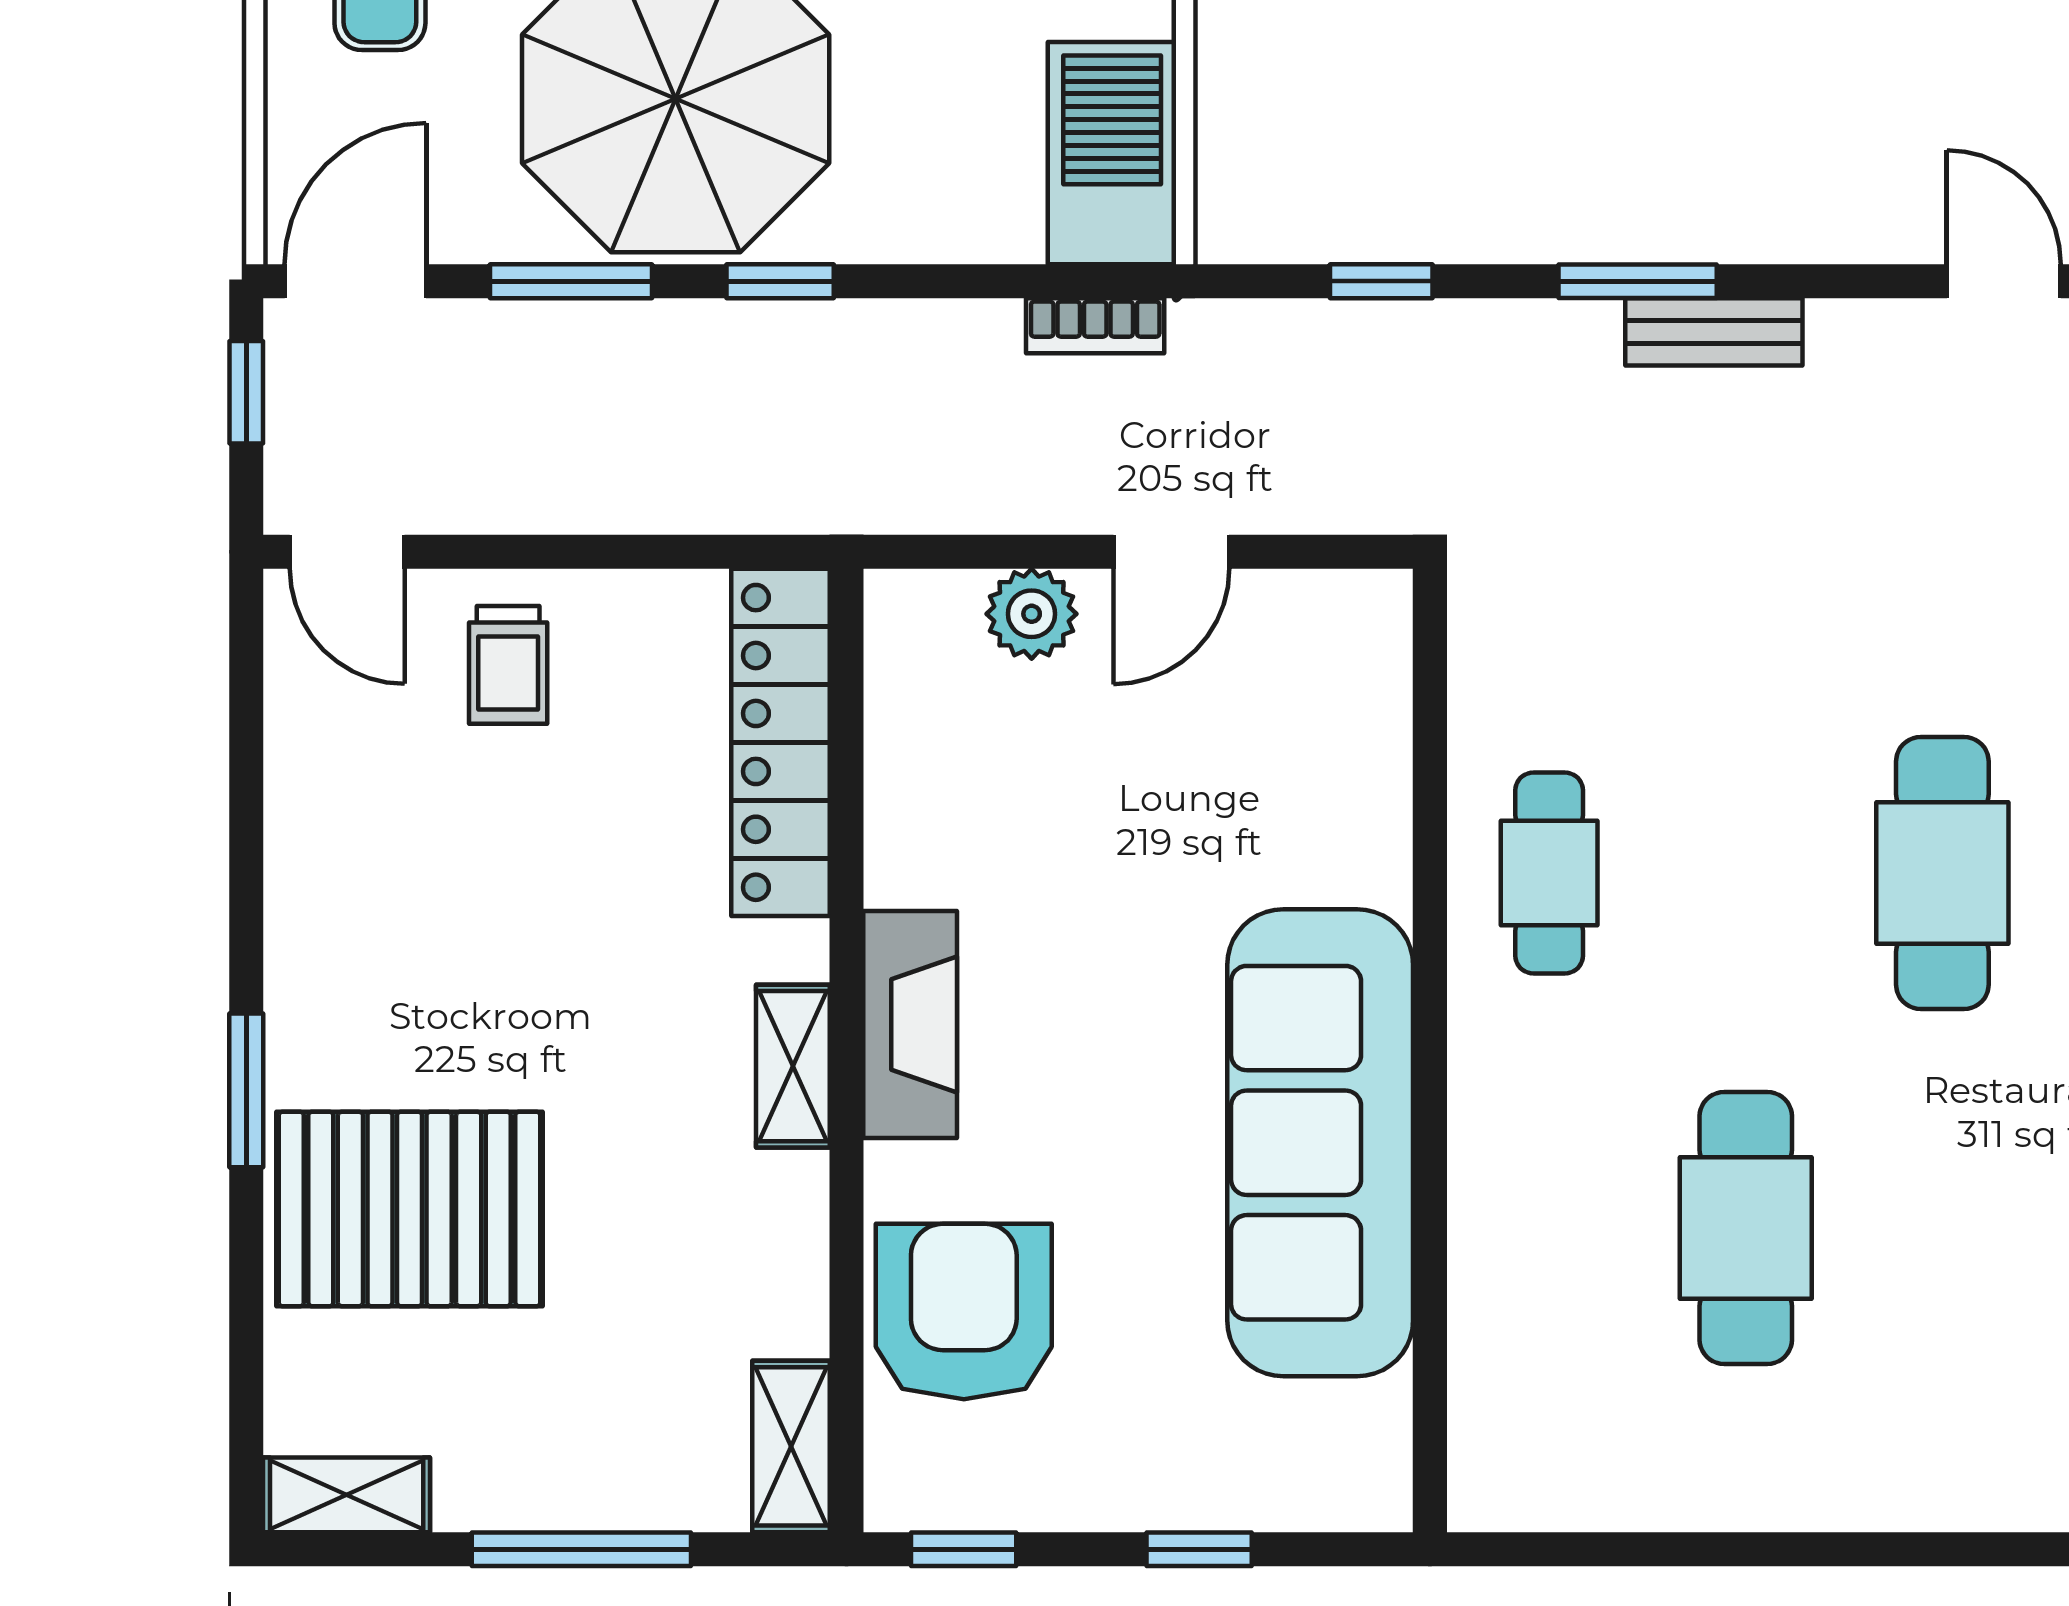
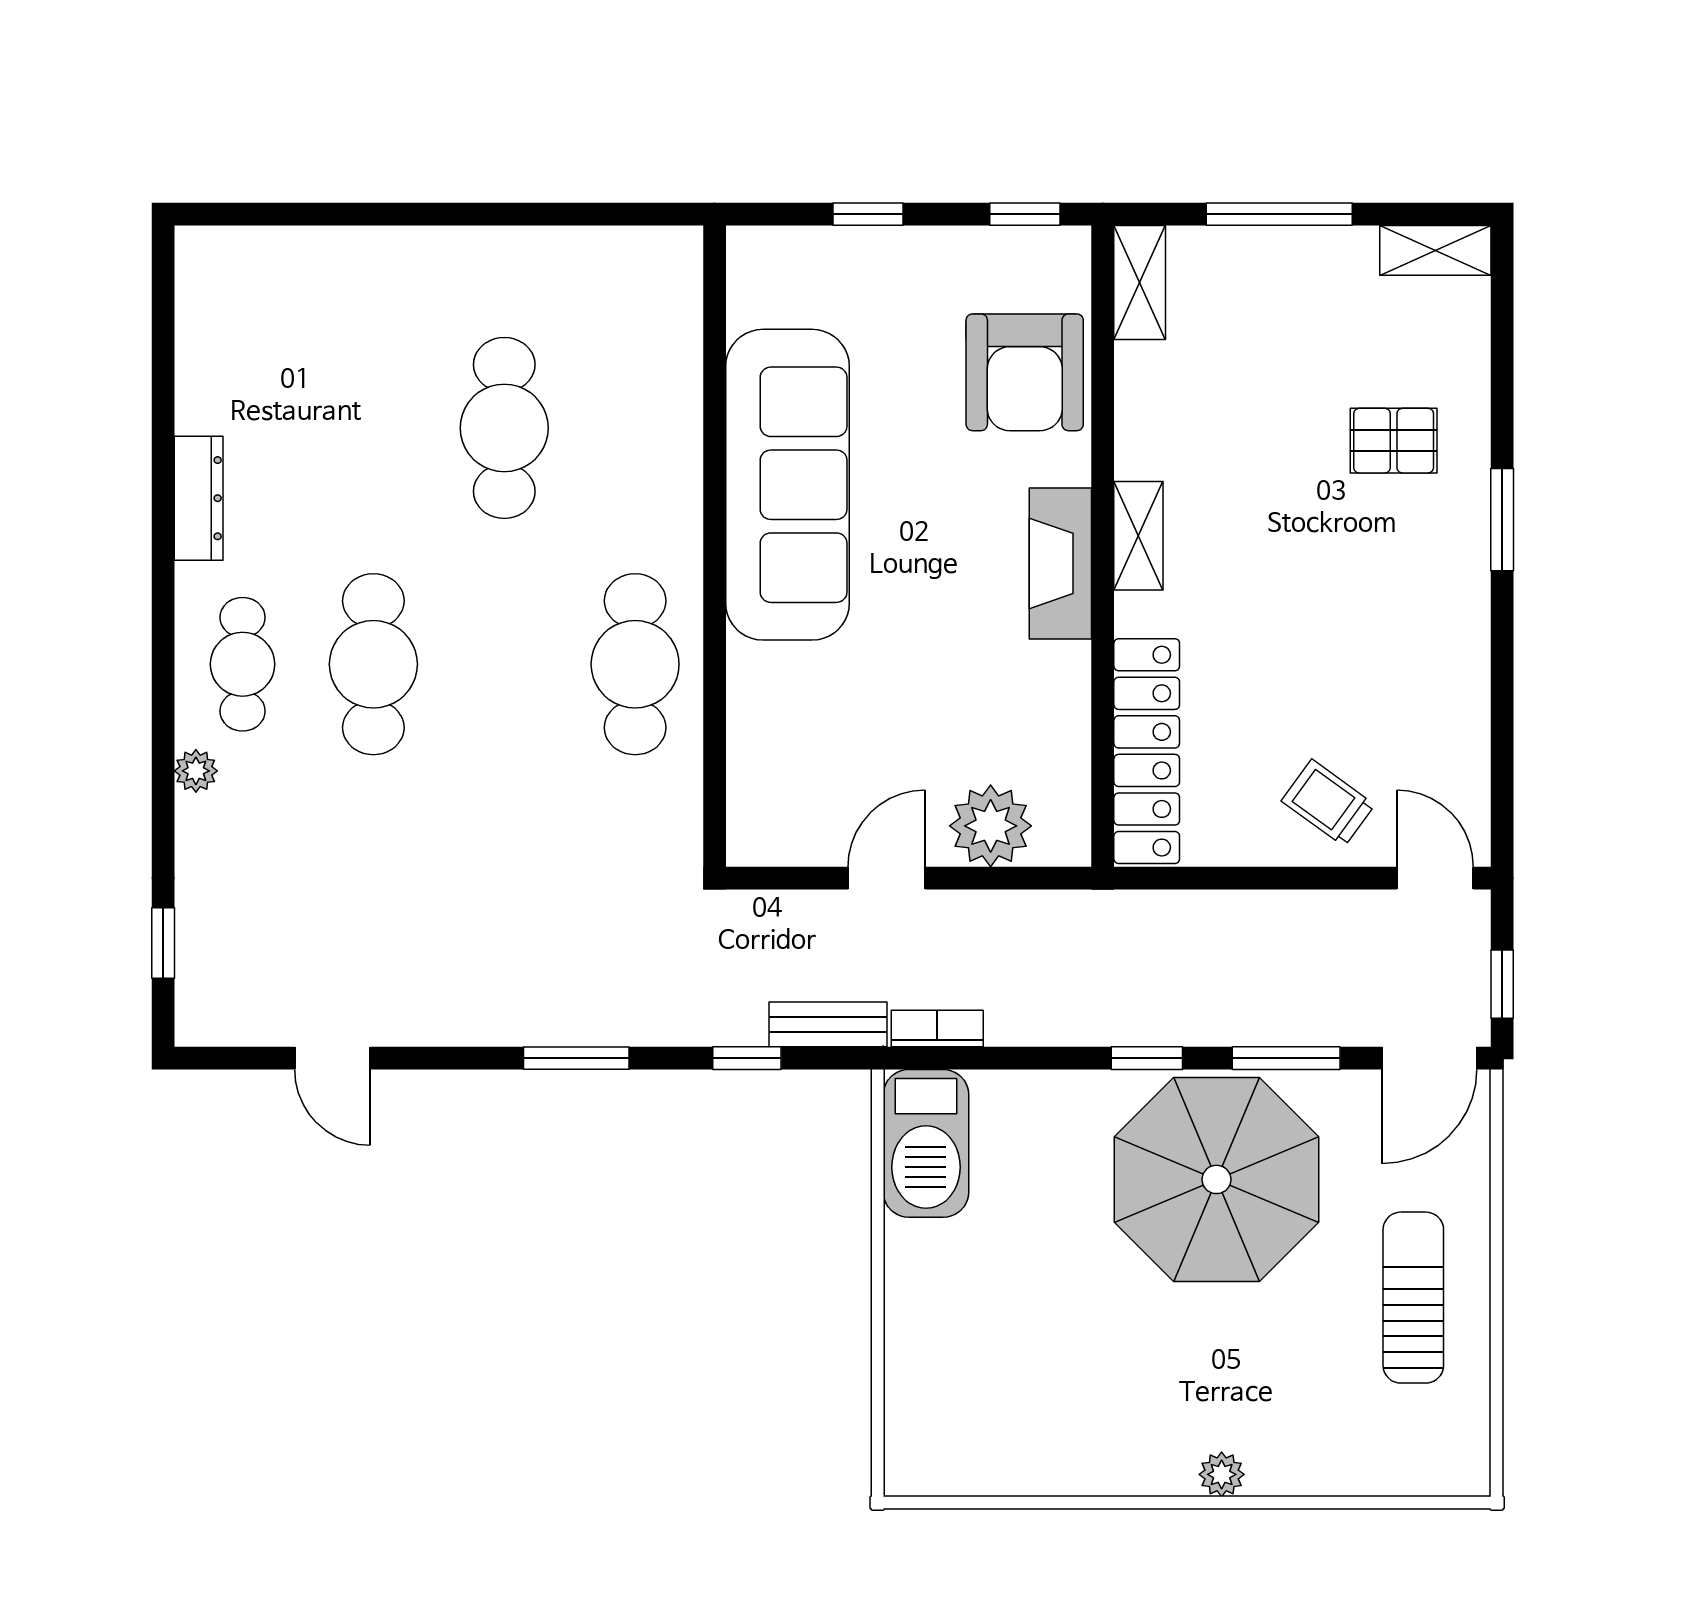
bench: (1714, 332) -> (828, 1024), moved
plant: (1032, 614) -> (991, 826), width x1.36, depth x1.36
trolley: (508, 665) -> (1328, 803), turned -54
cafe table: (1549, 873) -> (635, 664), width x1.37, depth x1.35
pallet: (410, 1209) -> (1394, 441), width x0.49, depth x0.50

